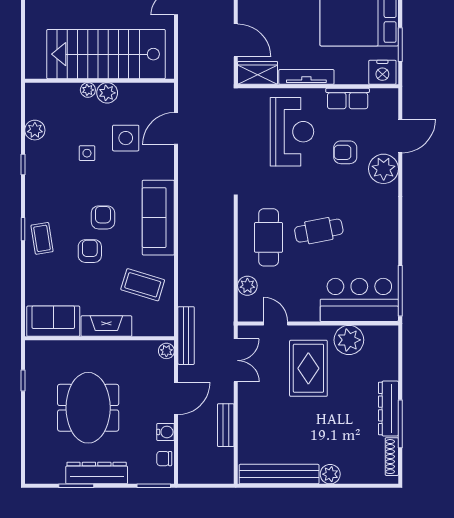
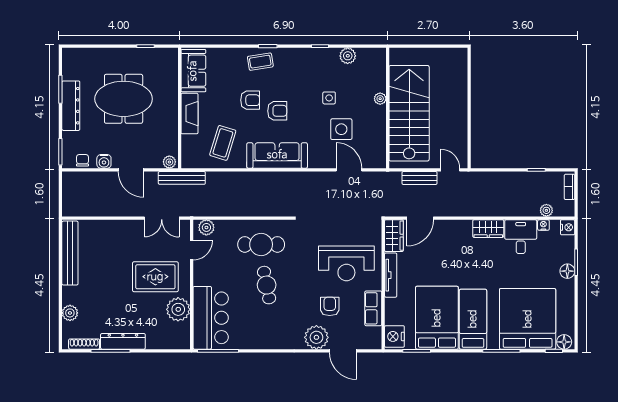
plant: (107, 93) -> (378, 114), removed
plant: (247, 286) -> (206, 227), moved
bench: (226, 425) -> (420, 178), moved
plant: (330, 474) -> (70, 313), moved

